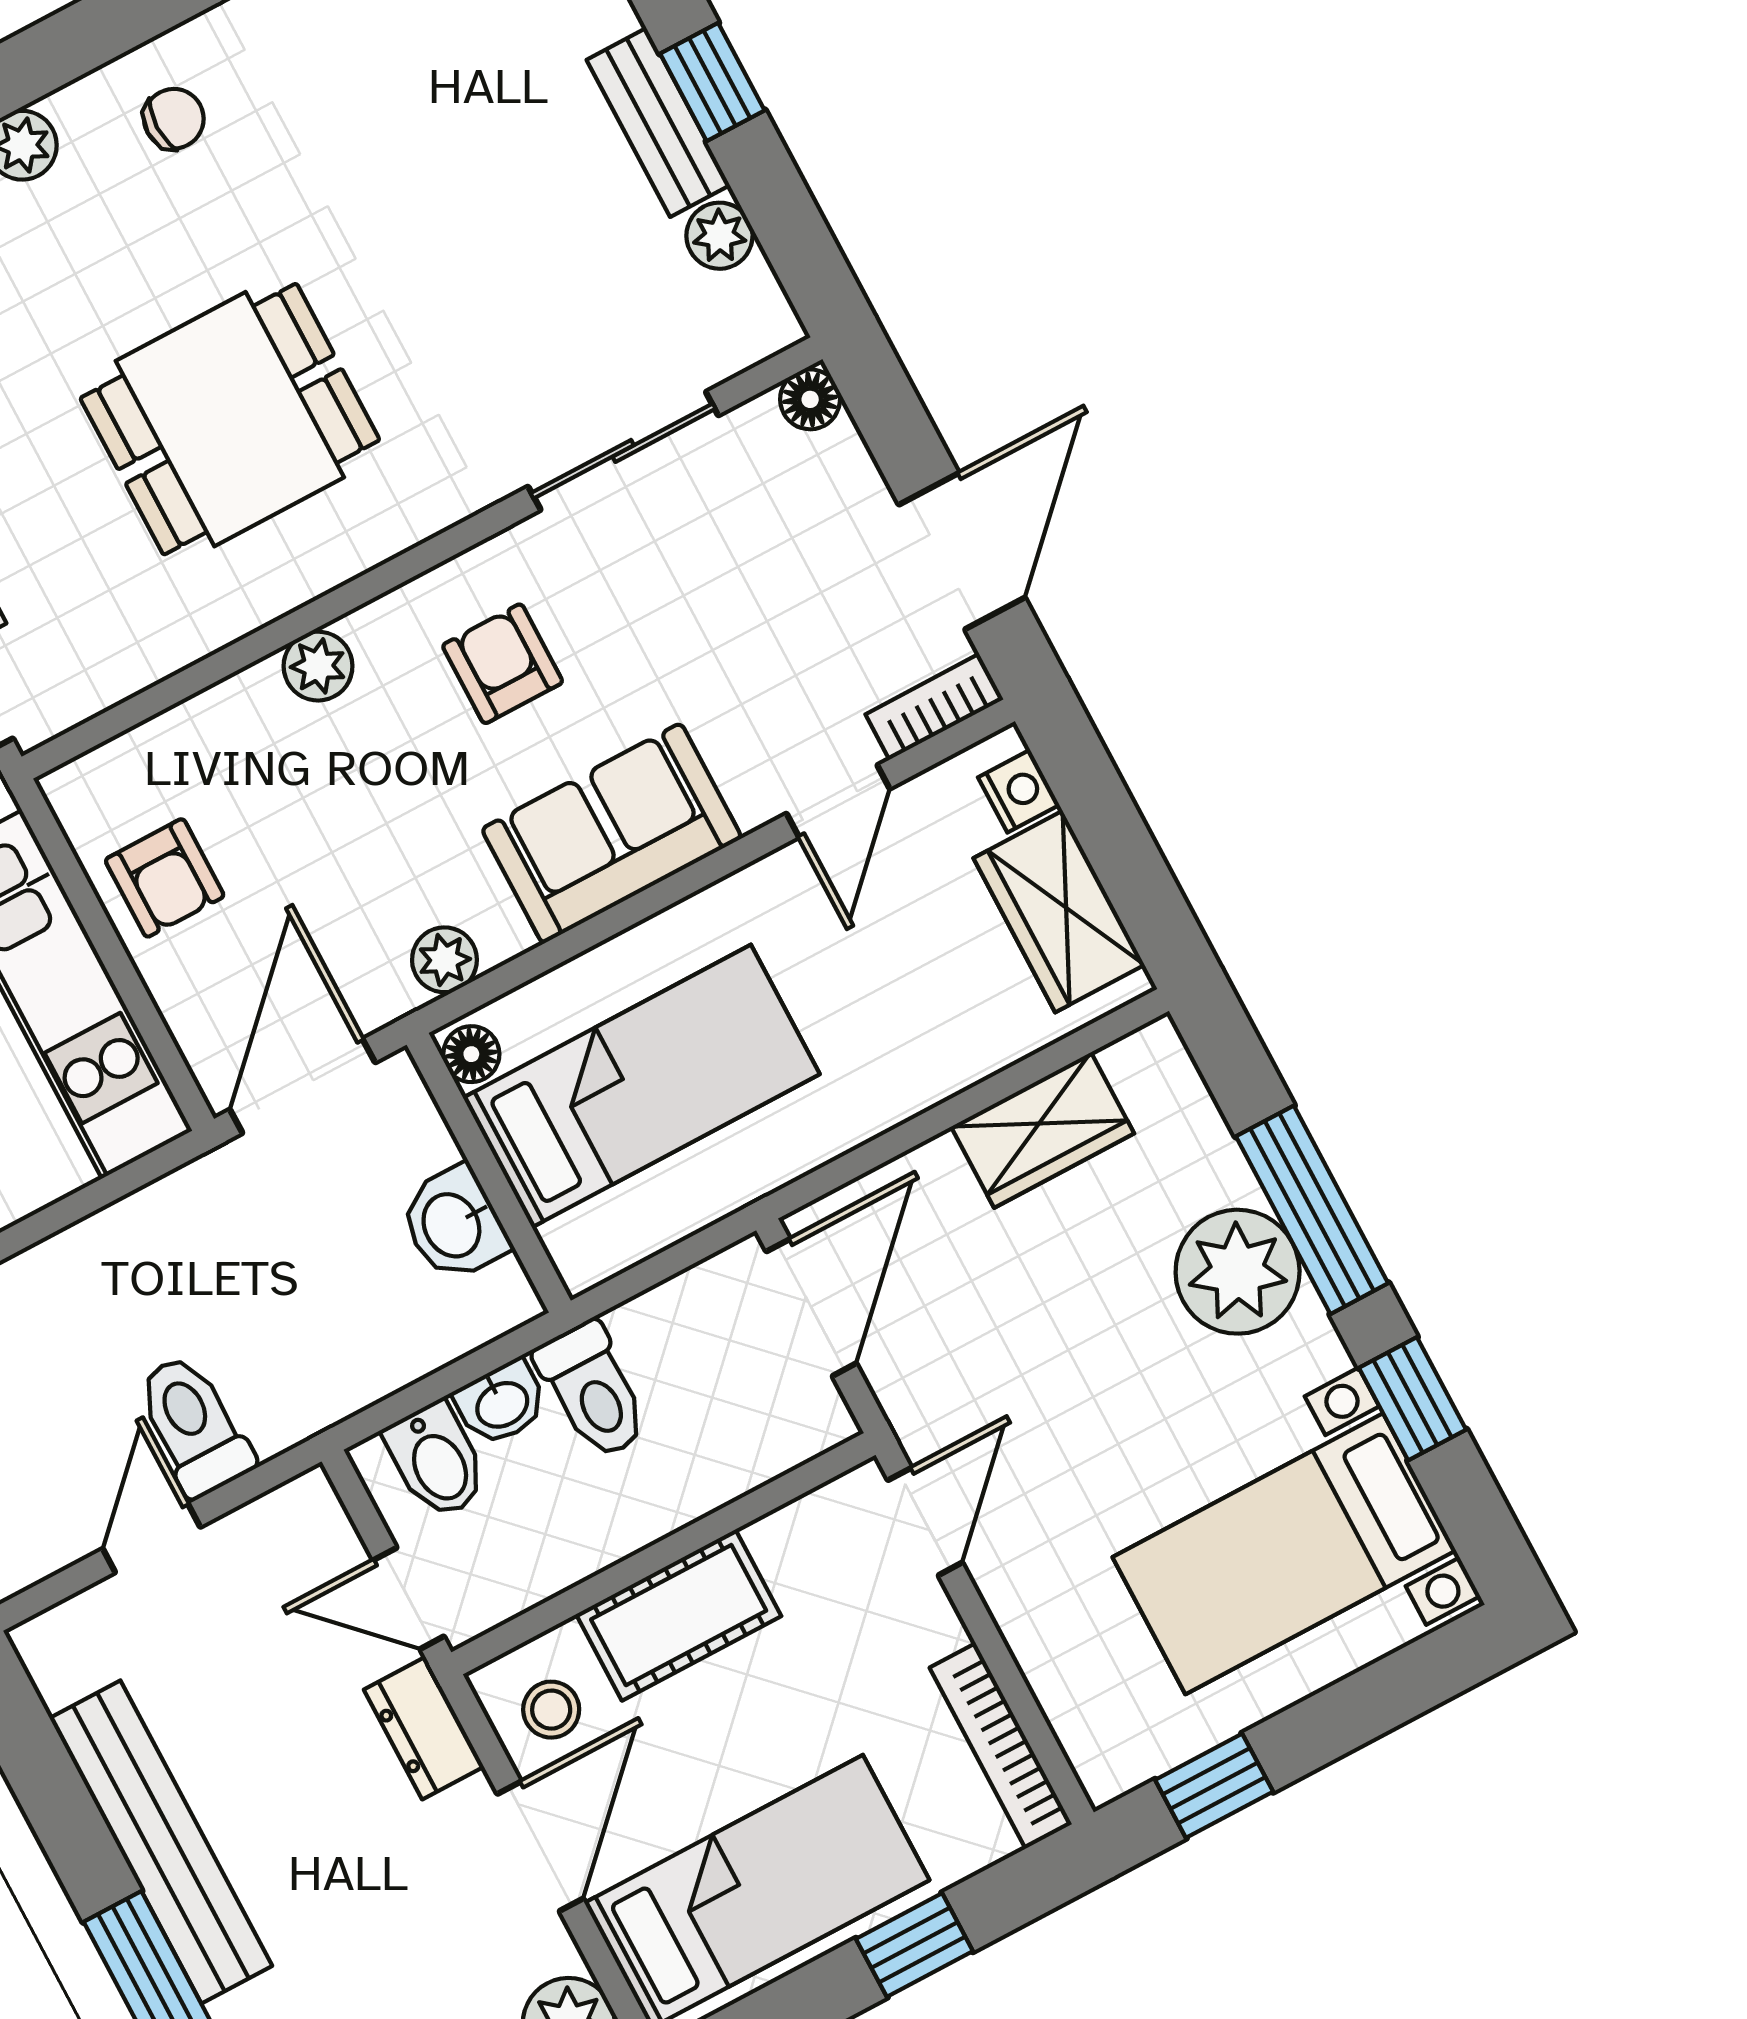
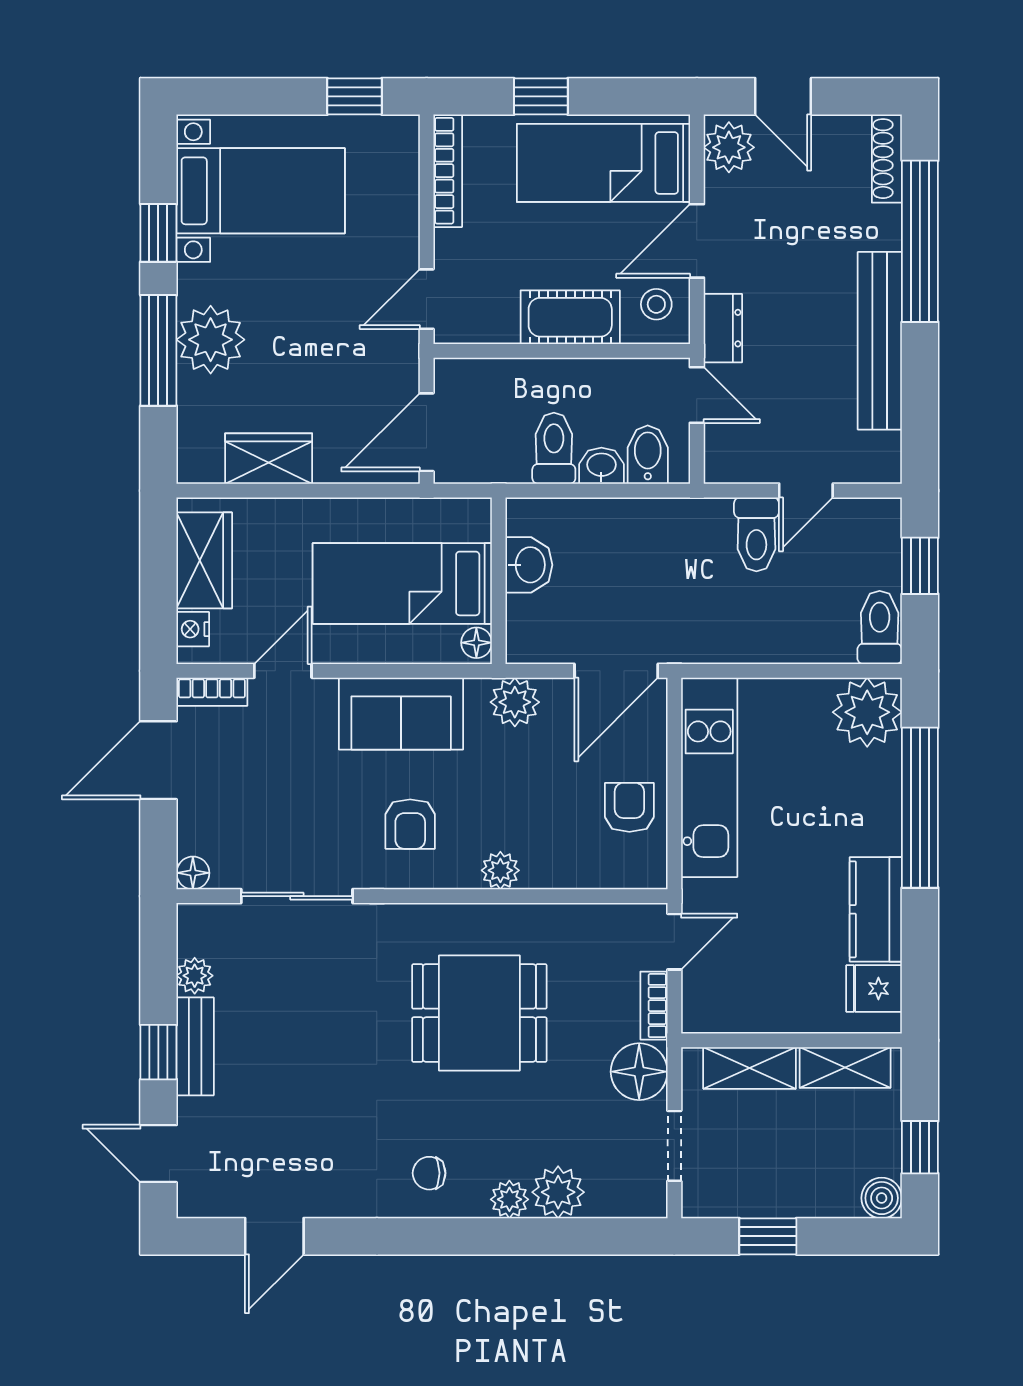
plant: (444, 960) -> (515, 702), width x1.38, depth x1.38
floor lamp: (471, 1054) -> (476, 643), moved
bed: (641, 1086) -> (402, 583), moved
wall: (489, 1173) -> (499, 581), moved
washbasin: (454, 1224) -> (529, 565), moved

